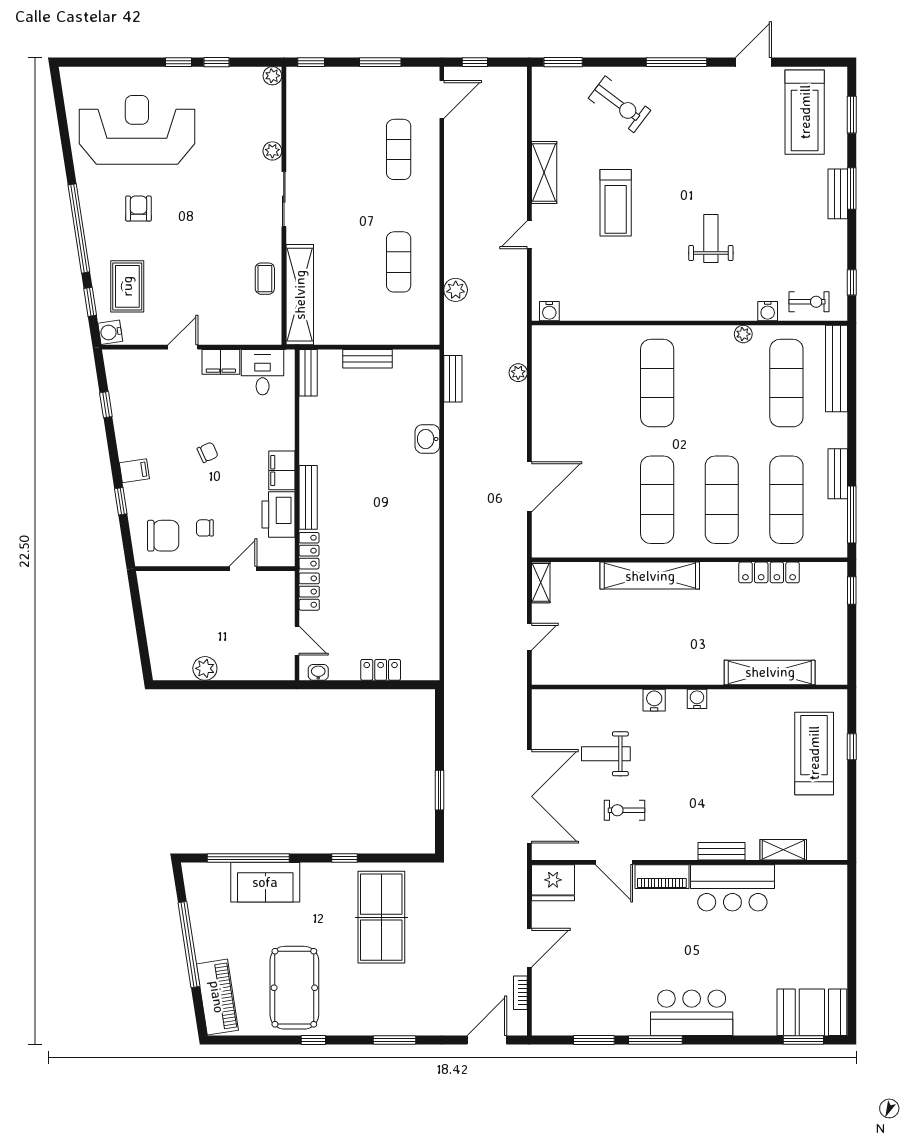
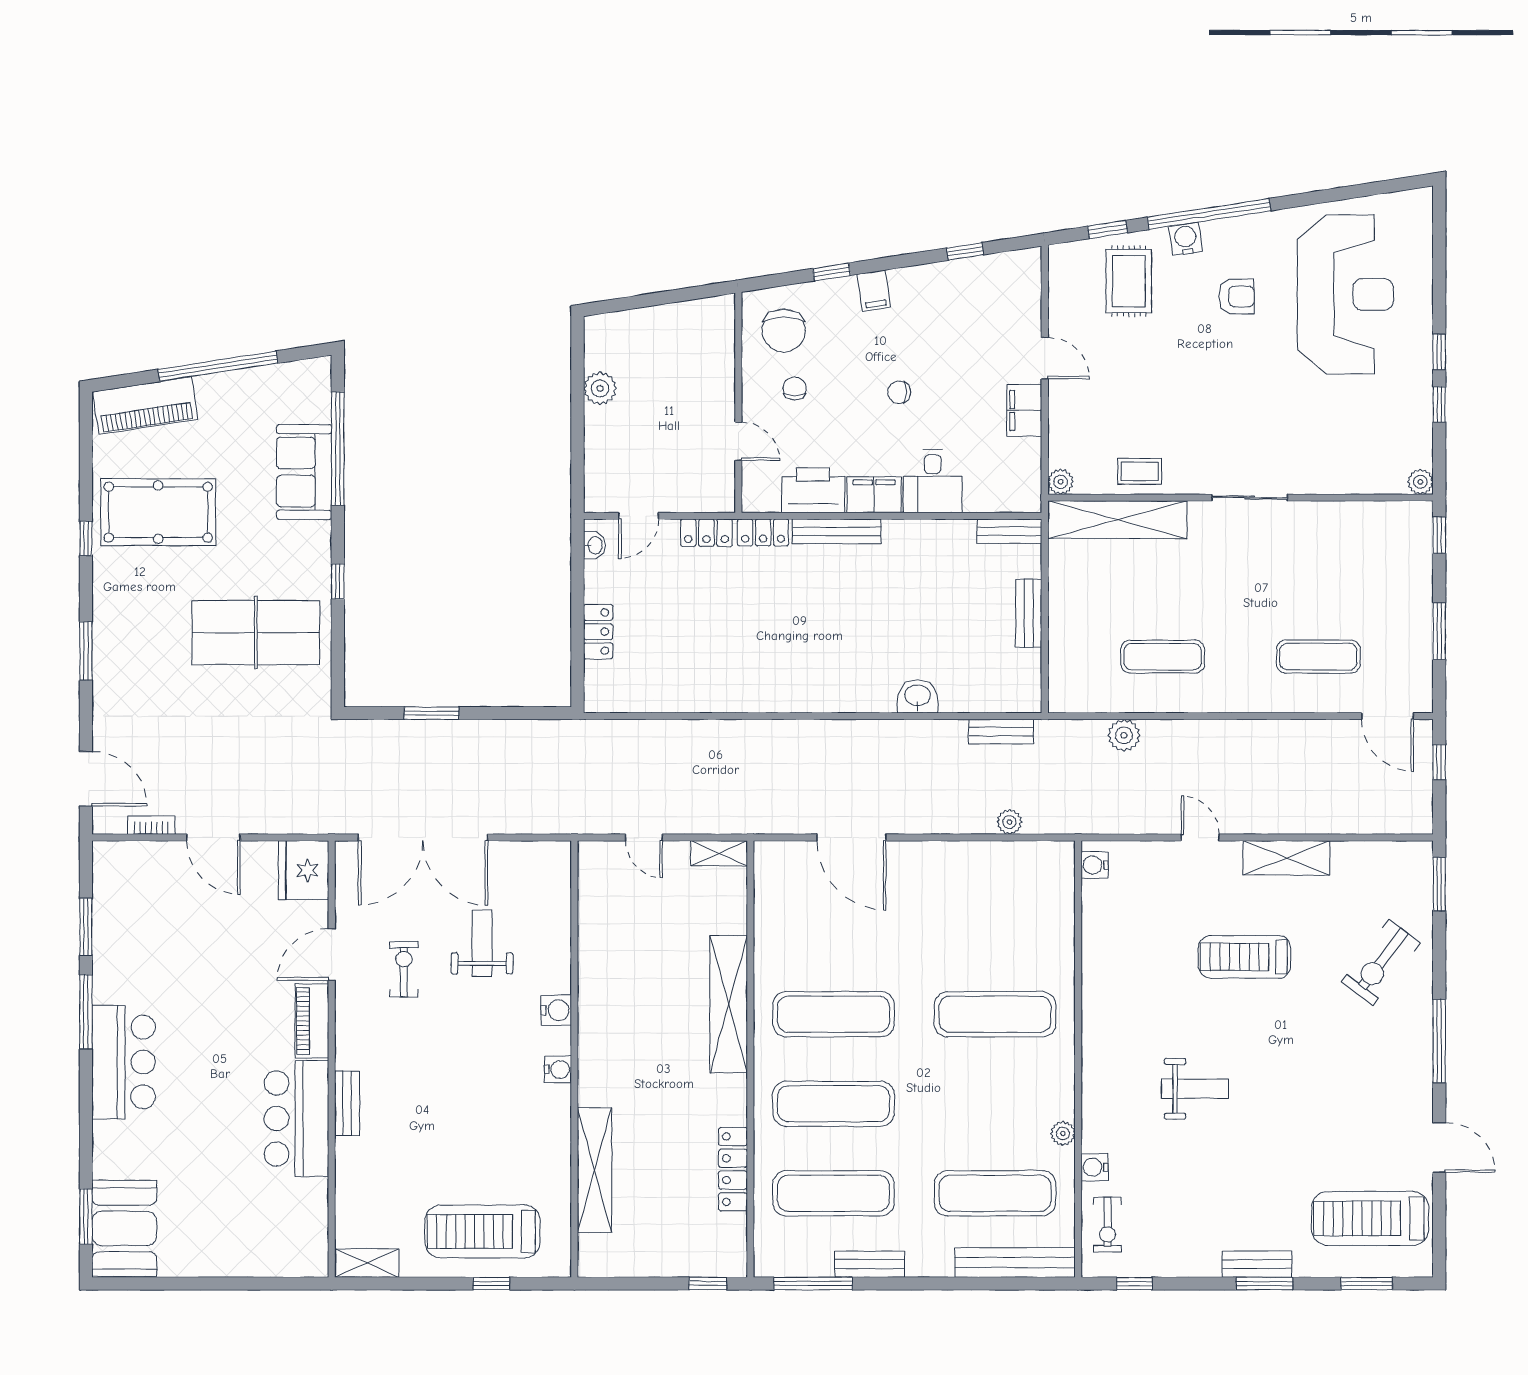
plant: (272, 151) -> (1061, 482), moved
rug: (127, 286) -> (1129, 281), turned 90
water cooler: (110, 332) -> (1186, 239), moved
desk: (263, 372) -> (933, 481), moved, turned 90
chair: (208, 452) -> (899, 392), turned 114
treadmill: (814, 753) -> (482, 1231), turned 180
shelving: (783, 850) -> (367, 1263), moved, turned 90

